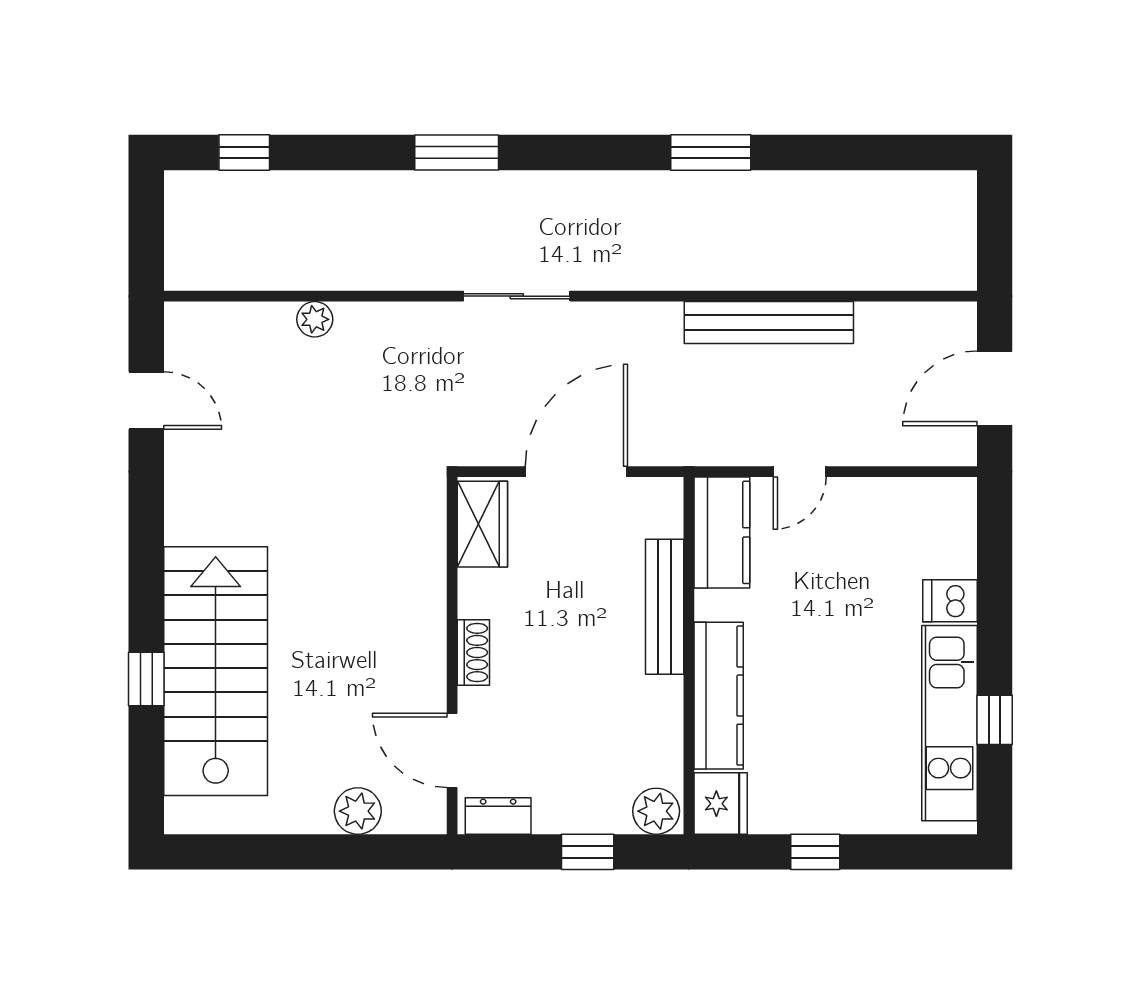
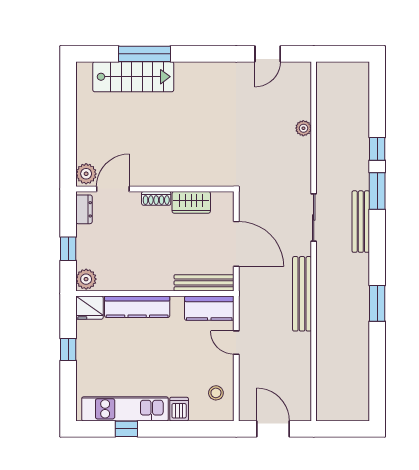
window: (244, 152) -> (377, 149), moved
bench: (526, 190) -> (361, 222), added
bench: (769, 323) -> (302, 294), moved
stool: (913, 517) -> (216, 393), added
wardrobe: (482, 524) -> (191, 202), moved
bench: (665, 607) -> (204, 283), moved
stairs: (216, 671) -> (133, 77), width x0.73, depth x0.66
window: (146, 679) -> (144, 54), width x2.17
plant: (358, 811) -> (86, 174), moved

